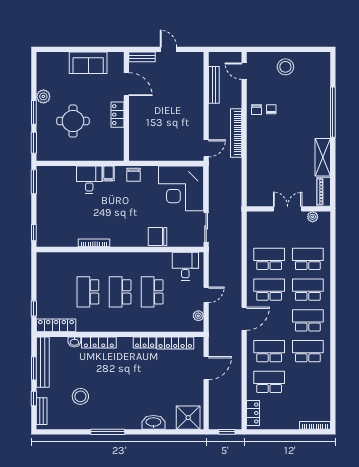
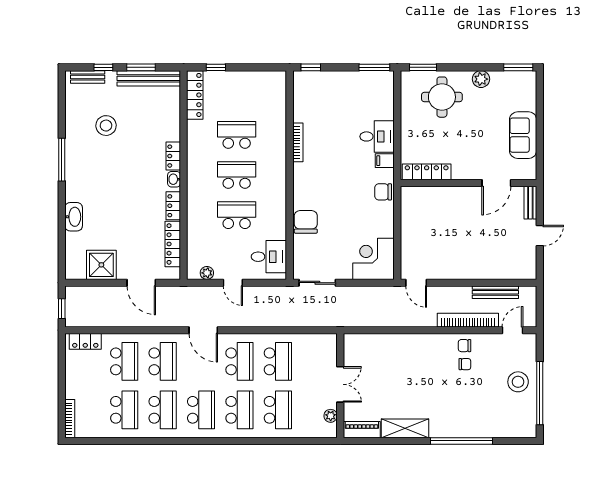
window: (294, 49) -> (540, 393), added
window: (34, 112) -> (518, 67), moved
locker: (117, 115) -> (427, 172), moved, width x1.53
round table: (73, 121) -> (442, 97), moved
bookcase: (236, 133) -> (468, 320), moved
corner desk: (181, 188) -> (373, 259), width x0.74, depth x0.74
washbasin: (74, 342) -> (174, 179), moved
locker: (99, 343) -> (173, 156), width x0.66
school desk: (308, 382) -> (124, 410), added
shower: (188, 418) -> (101, 265), moved

